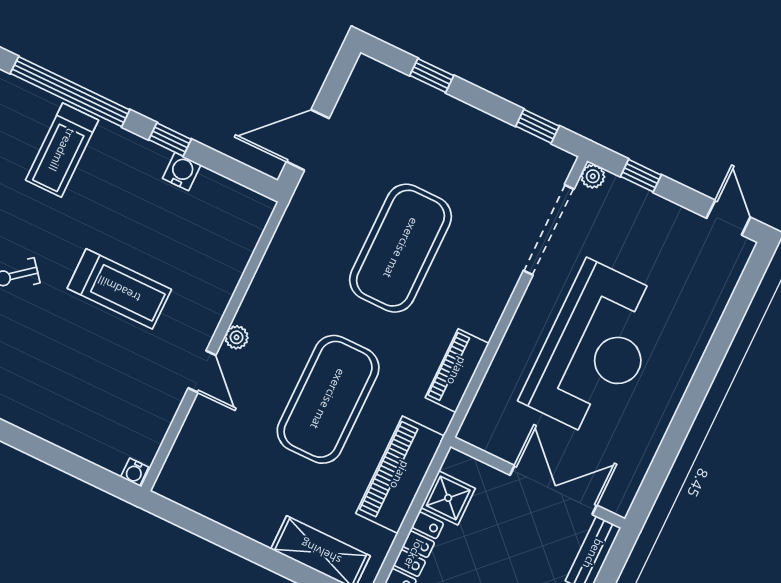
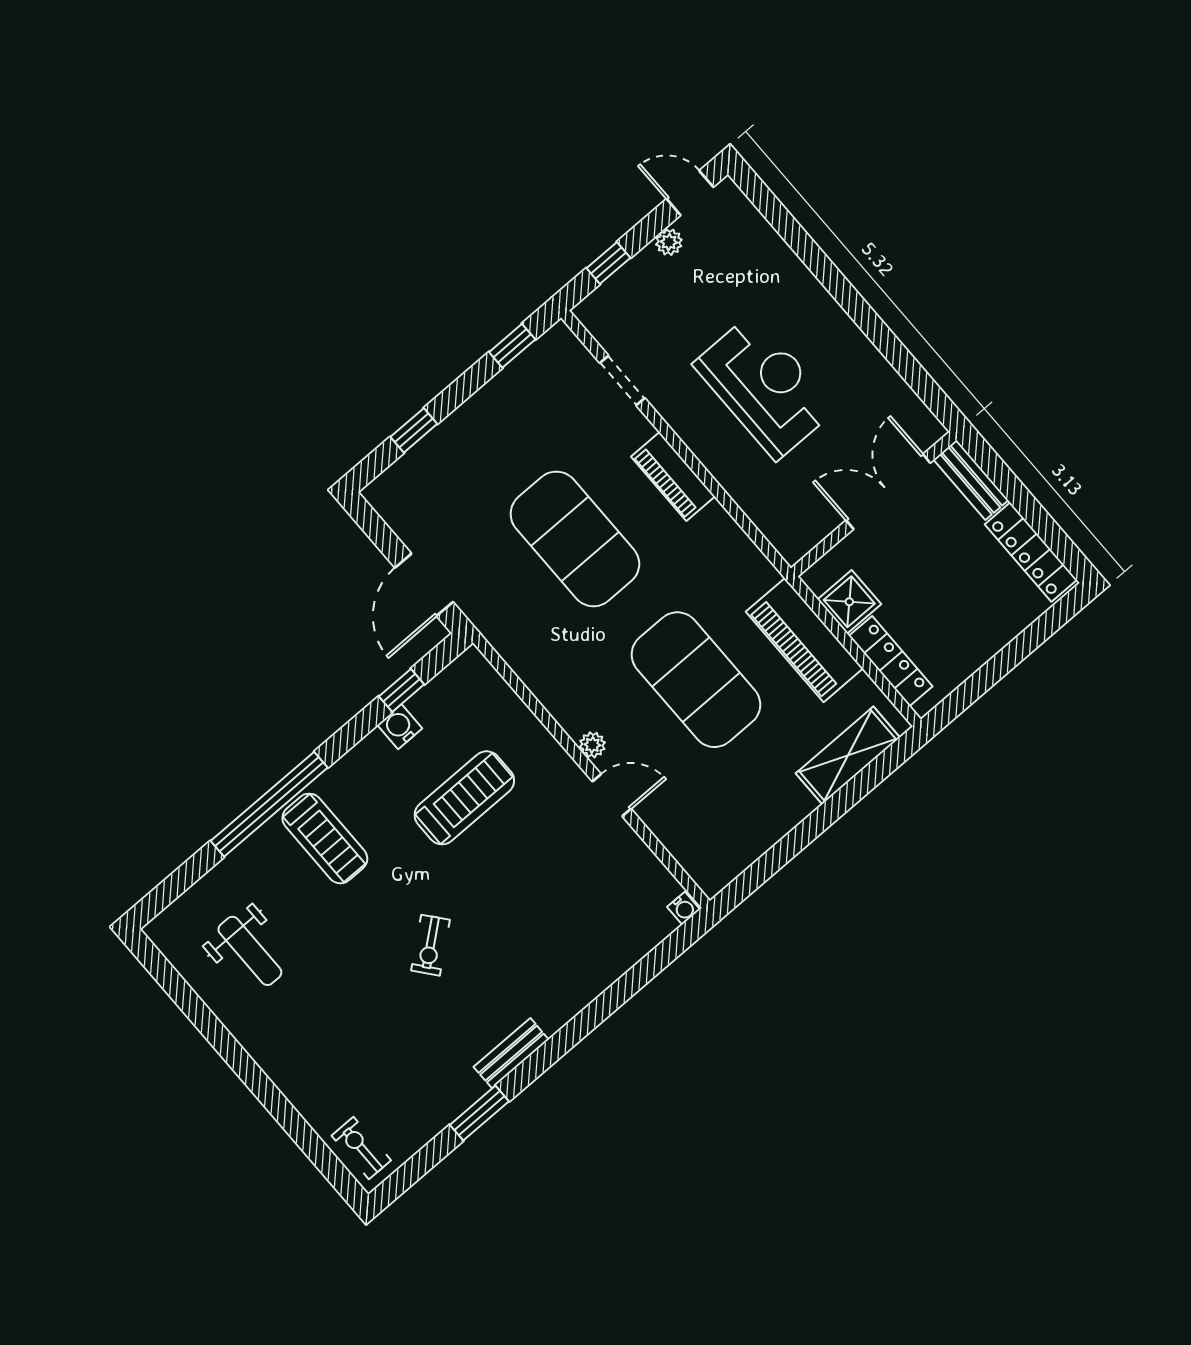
window: (170, 139) -> (402, 690), moved
plant: (593, 176) -> (669, 242), moved
doorway: (549, 230) -> (622, 381), width x0.53
treadmill: (119, 289) -> (464, 798), moved
reception desk: (595, 350) -> (764, 387), width x0.74, depth x0.77
piano: (457, 371) -> (673, 476), moved

